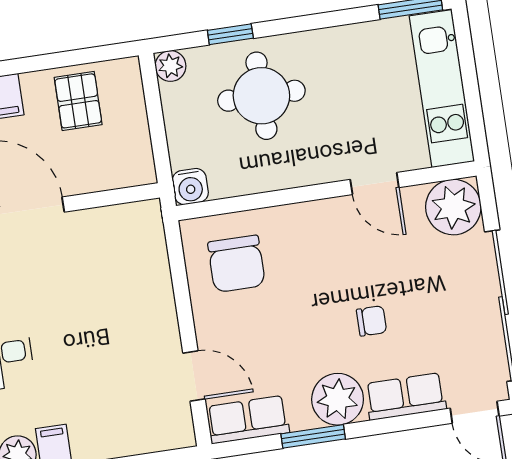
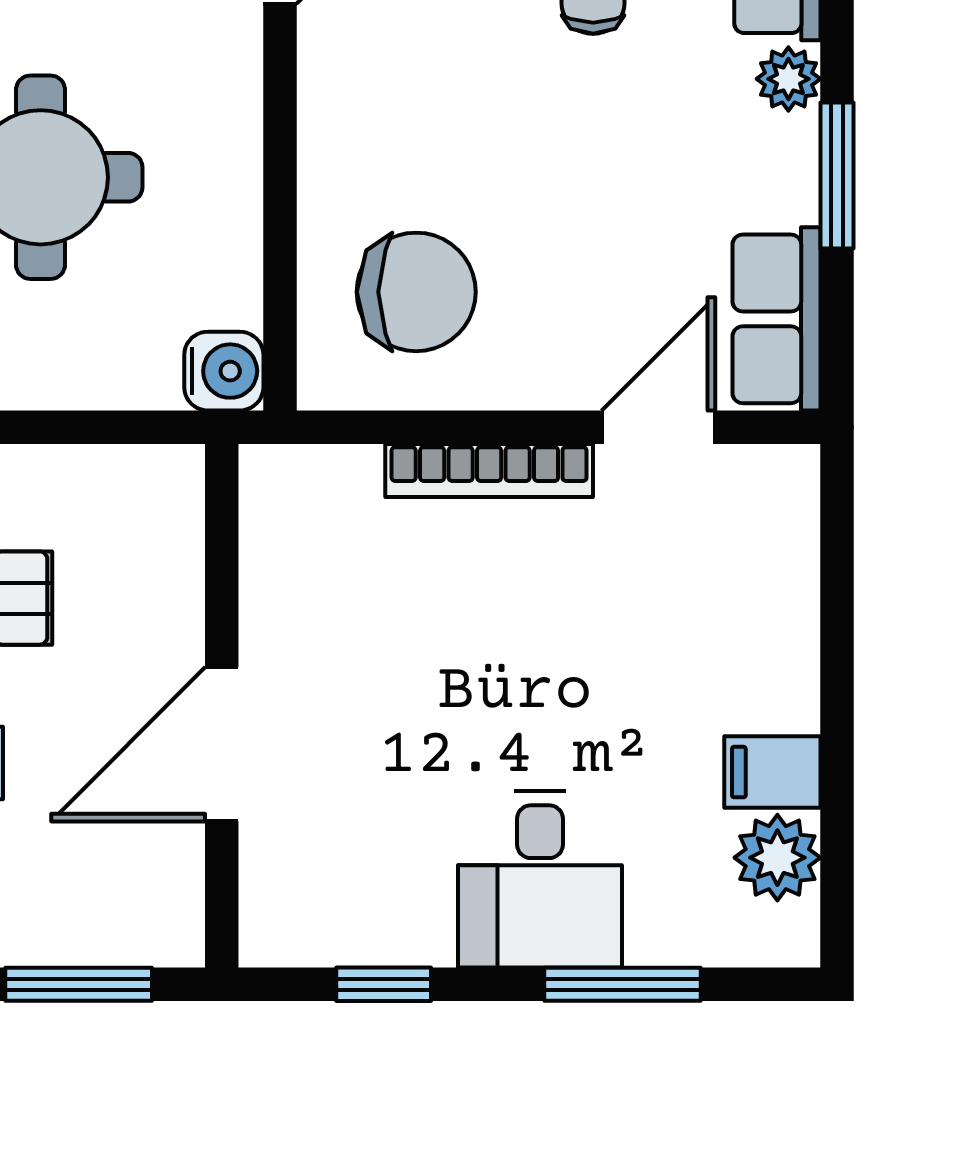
bookcase: (165, 306) -> (489, 470), added
plant: (338, 399) -> (788, 79), width x0.53, depth x0.53

